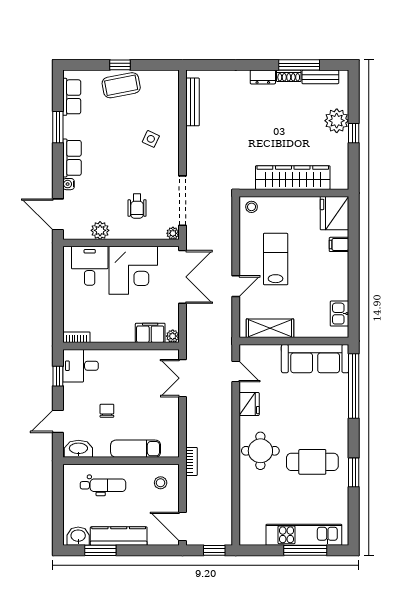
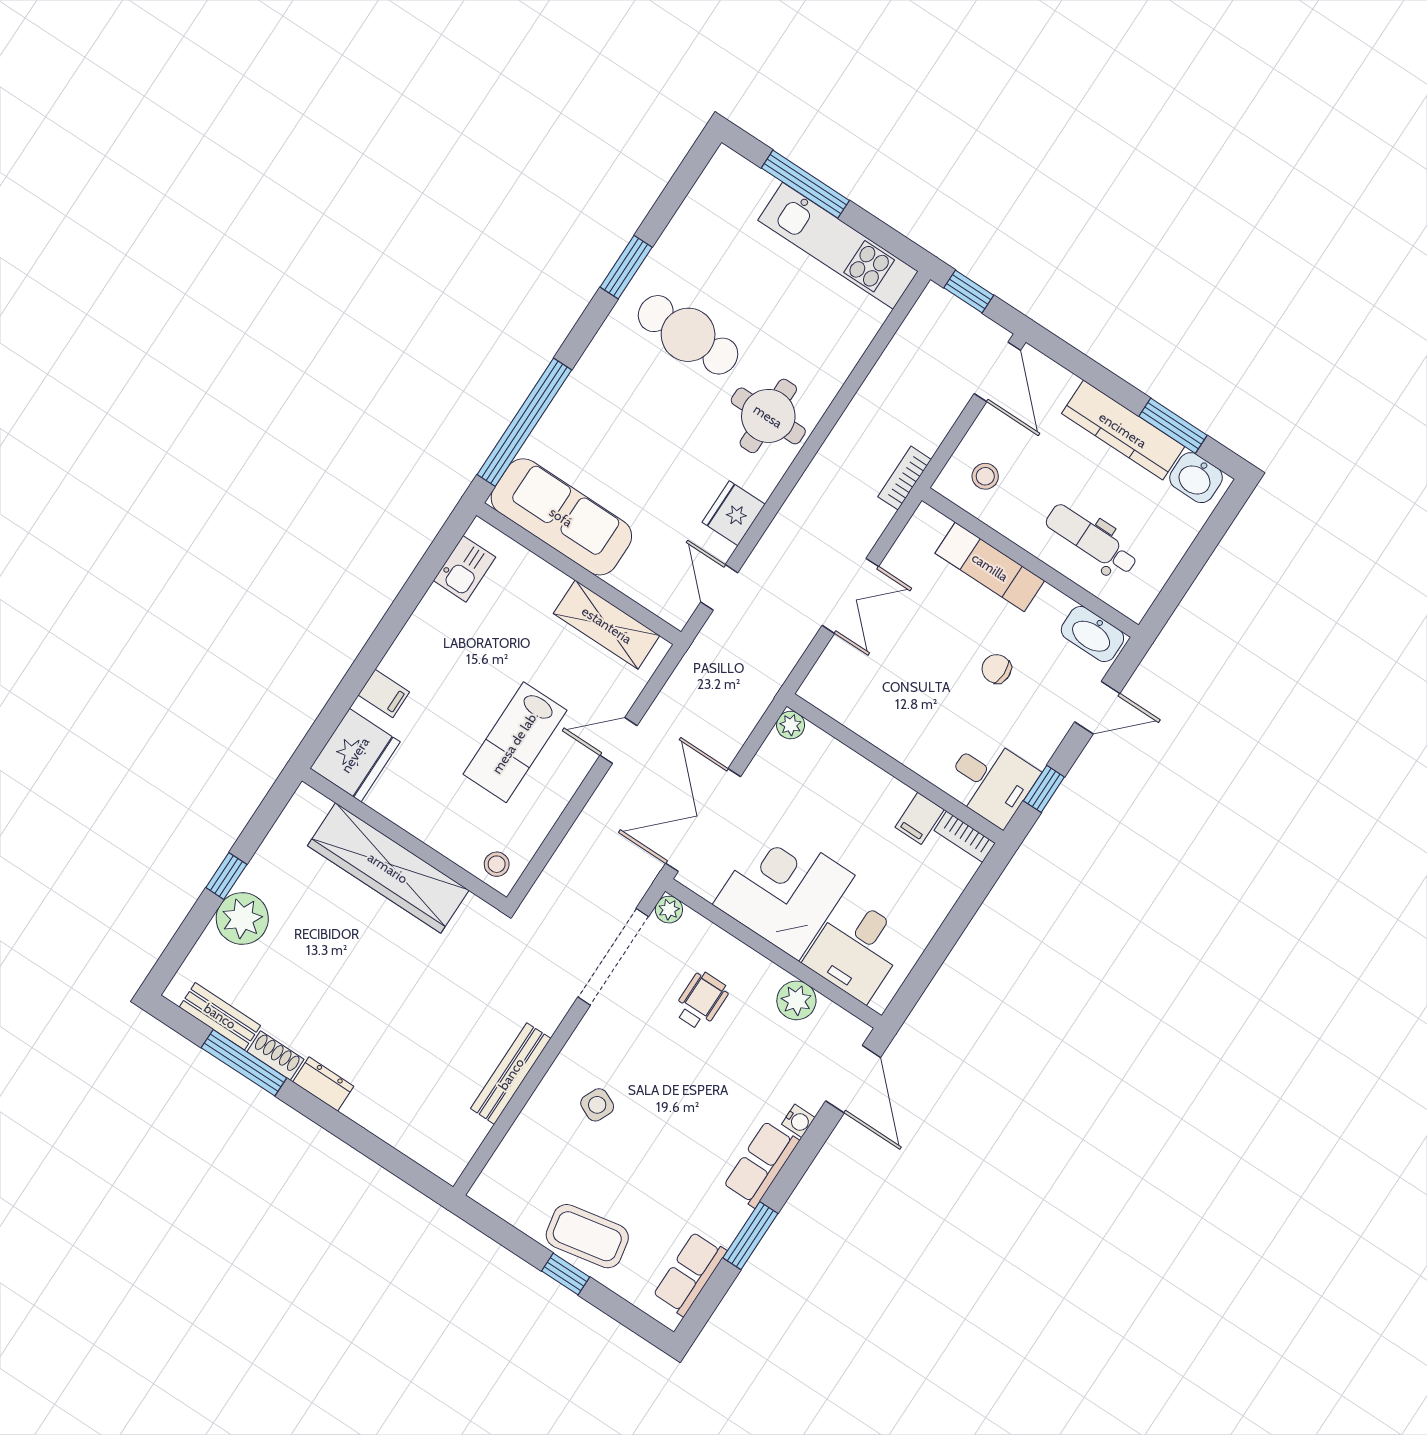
bench: (193, 102) -> (511, 1074), moved
filing cabinet: (150, 333) -> (920, 818), moved, width x0.50
double door: (182, 378) -> (850, 596), moved
chair: (107, 411) -> (997, 669), turned 90
kitchen unit: (304, 535) -> (838, 246), moved

